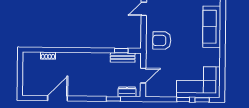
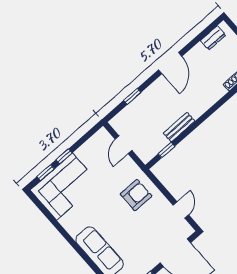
bench: (123, 57) -> (179, 127), moved
dresser: (127, 92) -> (213, 38), moved
door: (58, 98) -> (170, 63), moved

